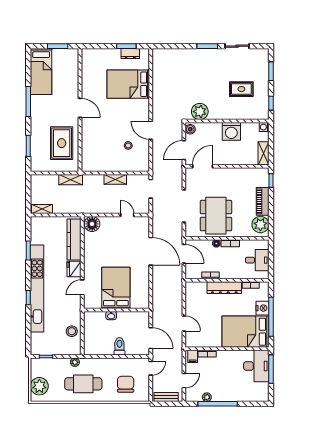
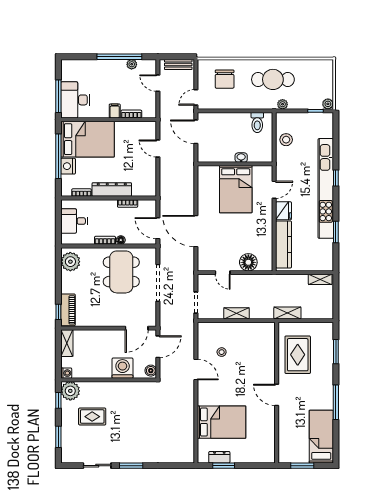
plant: (200, 112) -> (70, 391), moved
washing machine: (231, 131) -> (123, 368), moved
piano: (263, 201) -> (68, 310), moved
floor lamp: (92, 224) -> (248, 262), moved
toilet: (119, 346) -> (257, 122), moved
filing cabinet: (193, 356) -> (115, 111), moved
door: (184, 381) -> (158, 83), hinge flipped
plant: (39, 386) -> (328, 104), moved, width x0.53, depth x0.53

